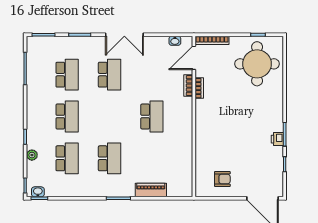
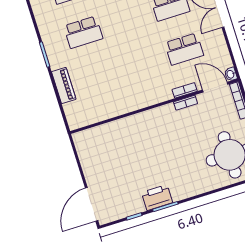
washbasin: (175, 41) -> (231, 74), moved
school desk: (152, 116) -> (184, 49), moved
printer: (277, 139) -> (157, 197), width x1.87, depth x1.48
armchair: (222, 179) -> (99, 156), removed

